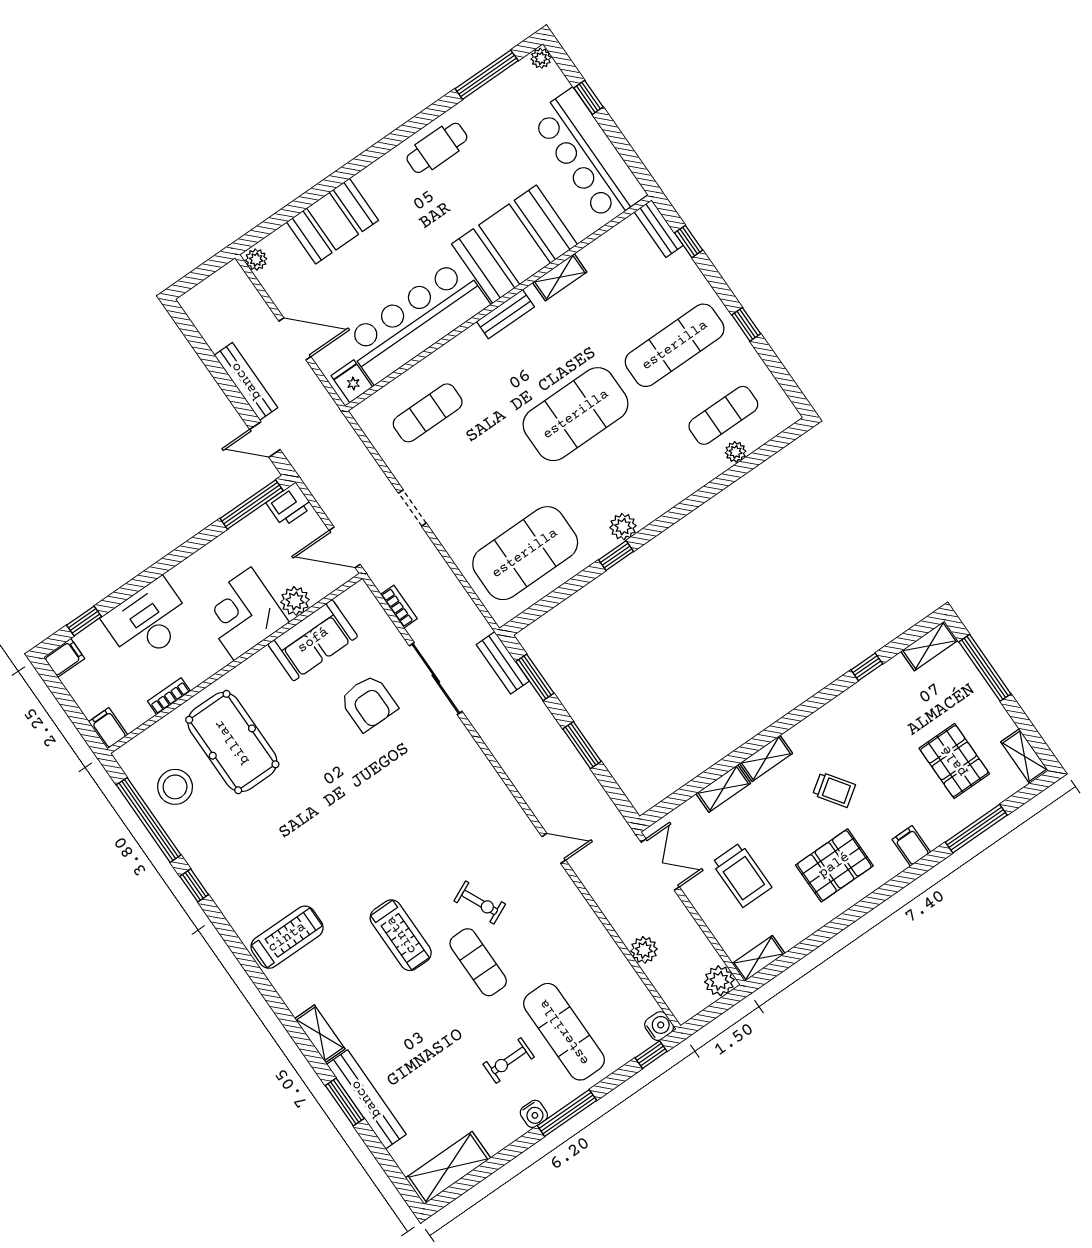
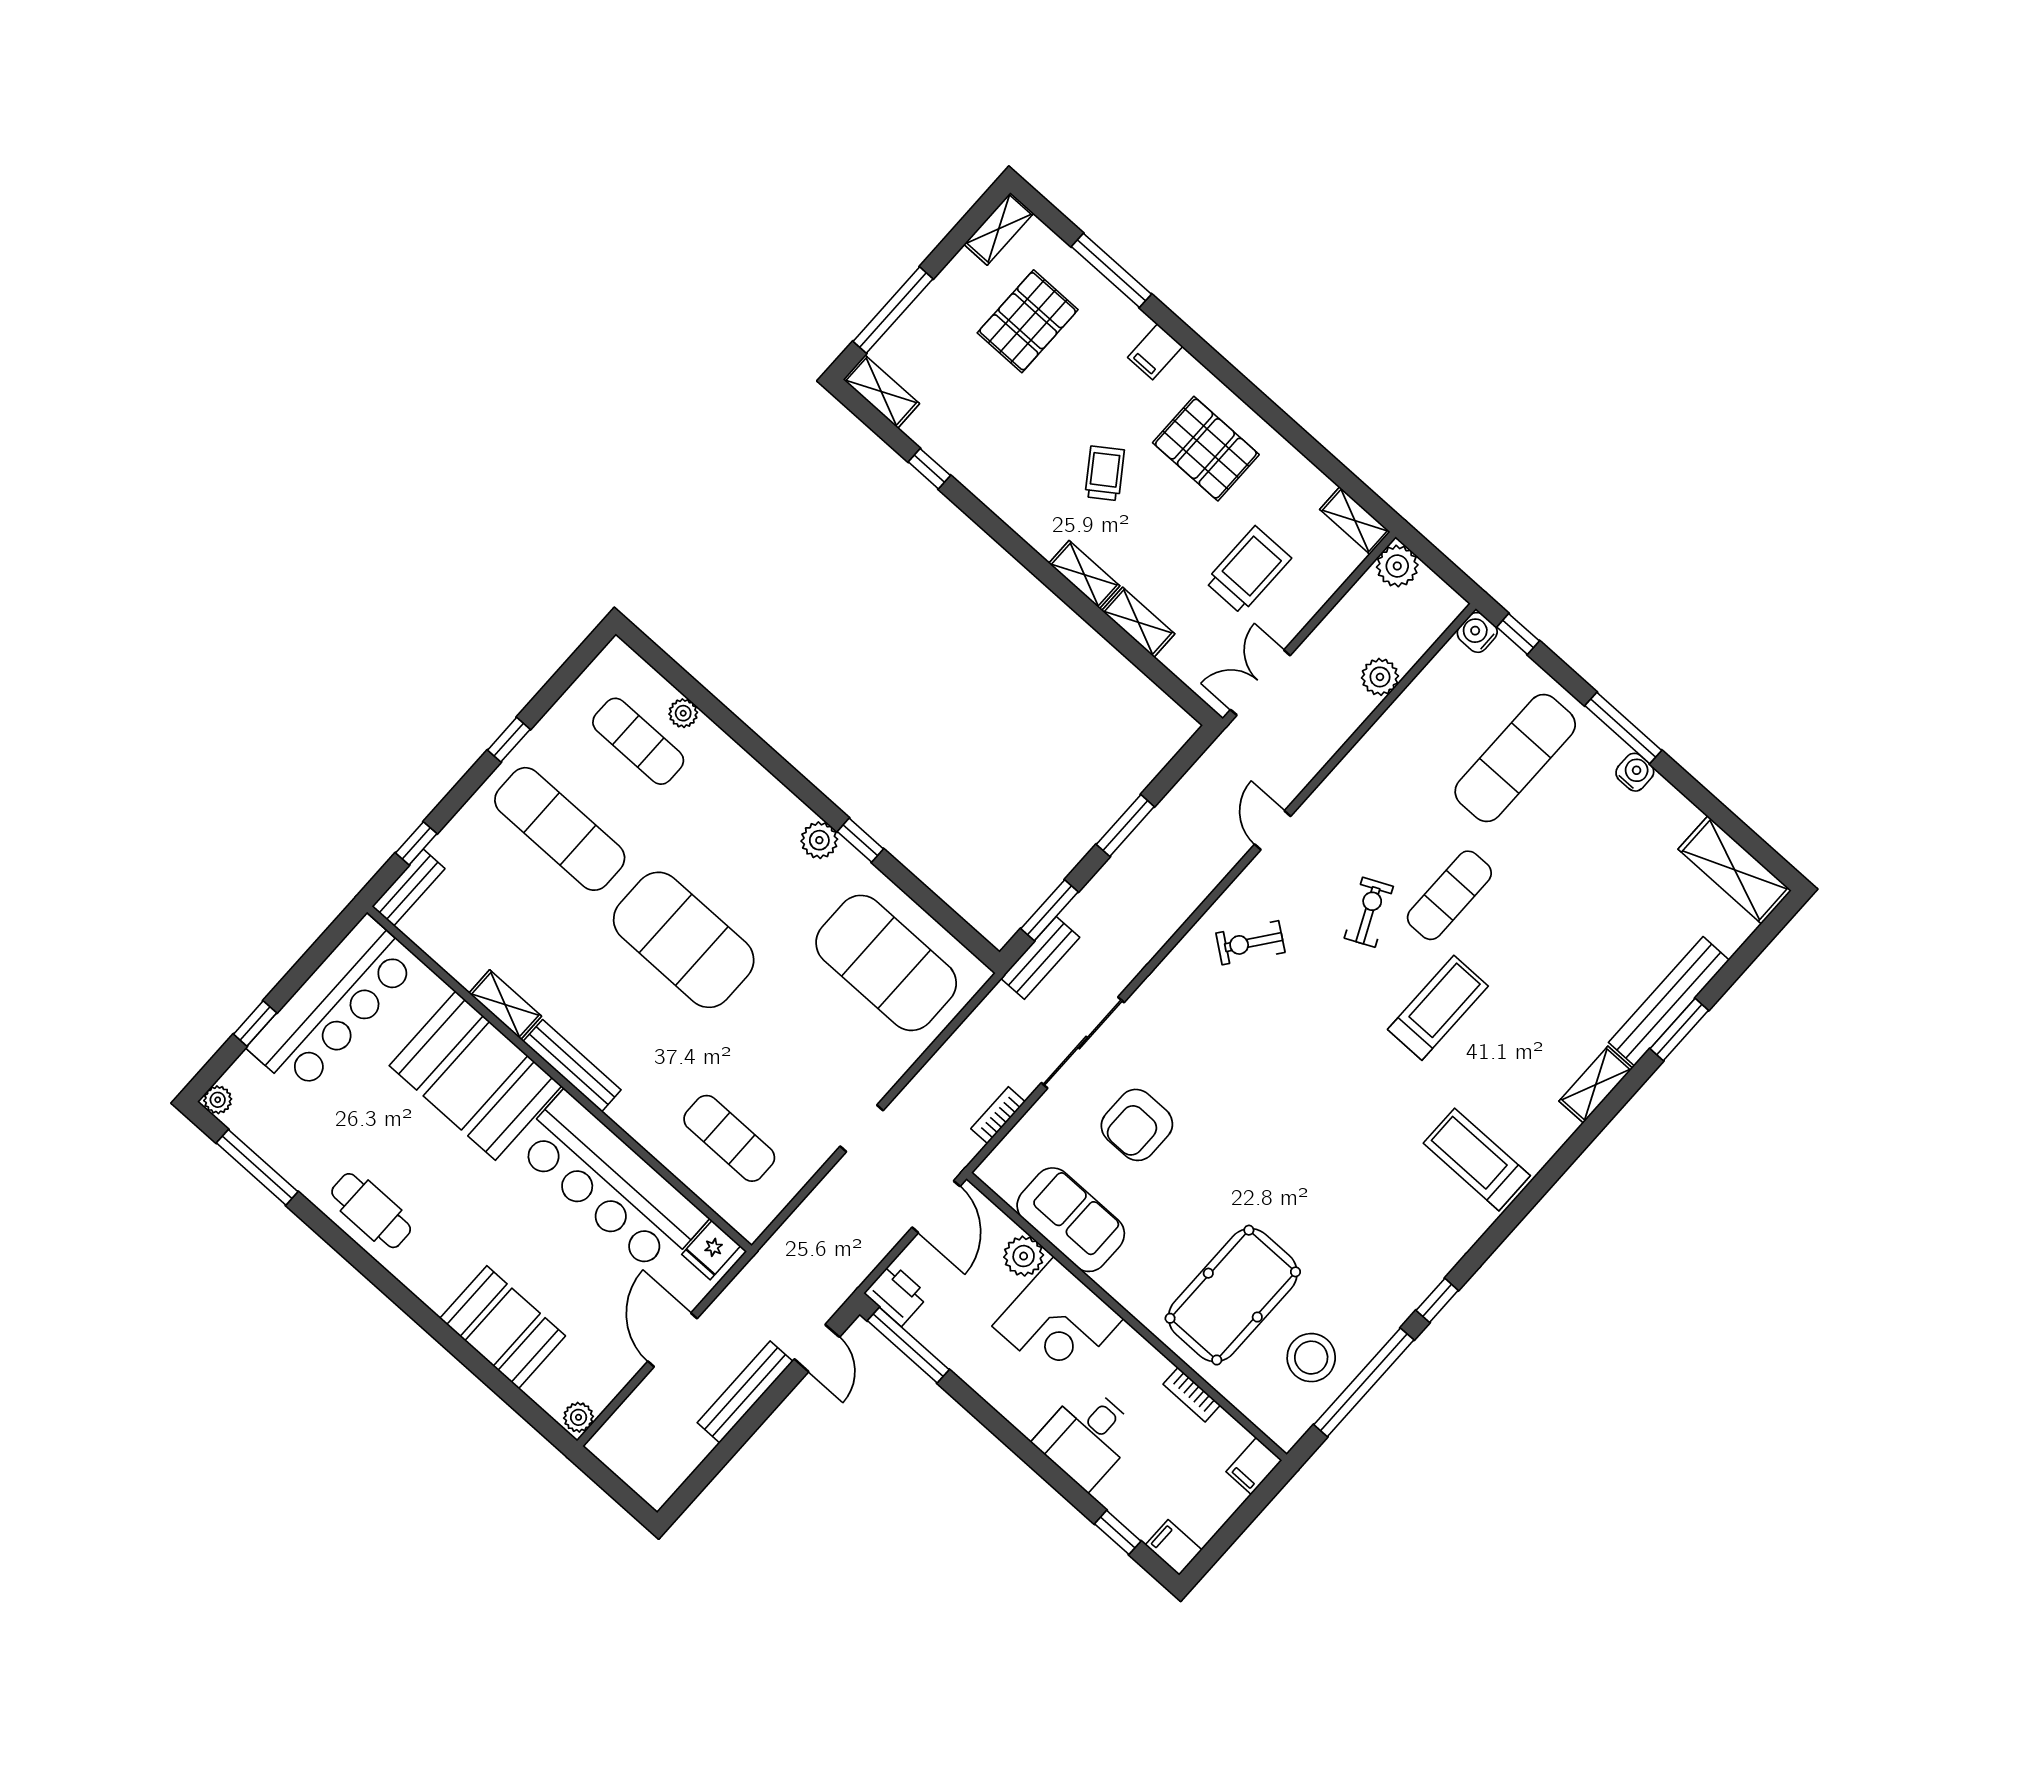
bench: (505, 314) -> (572, 1066), width x1.36
desk: (148, 621) -> (1087, 1437), width x0.73
armchair: (369, 703) -> (1137, 1125), turned 180
exercise bike: (509, 1060) -> (1250, 943), moved, turned 127

